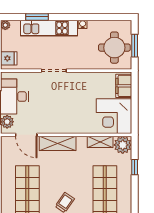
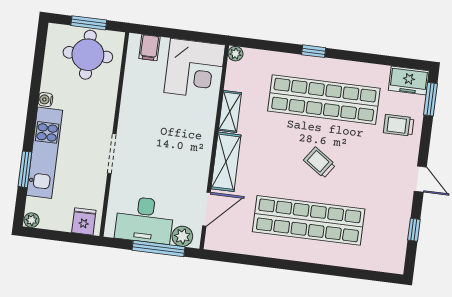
filing cabinet: (124, 86) -> (149, 48), width x0.50
shelving: (100, 142) -> (230, 112), moved
plant: (123, 145) -> (236, 54), width x0.53, depth x0.53
window: (135, 167) -> (314, 51), moved

